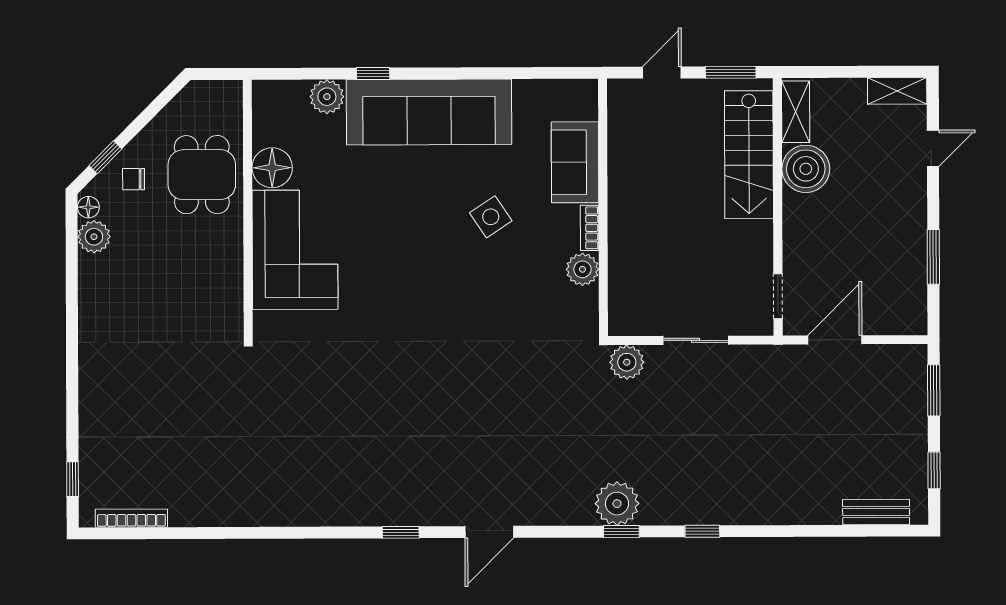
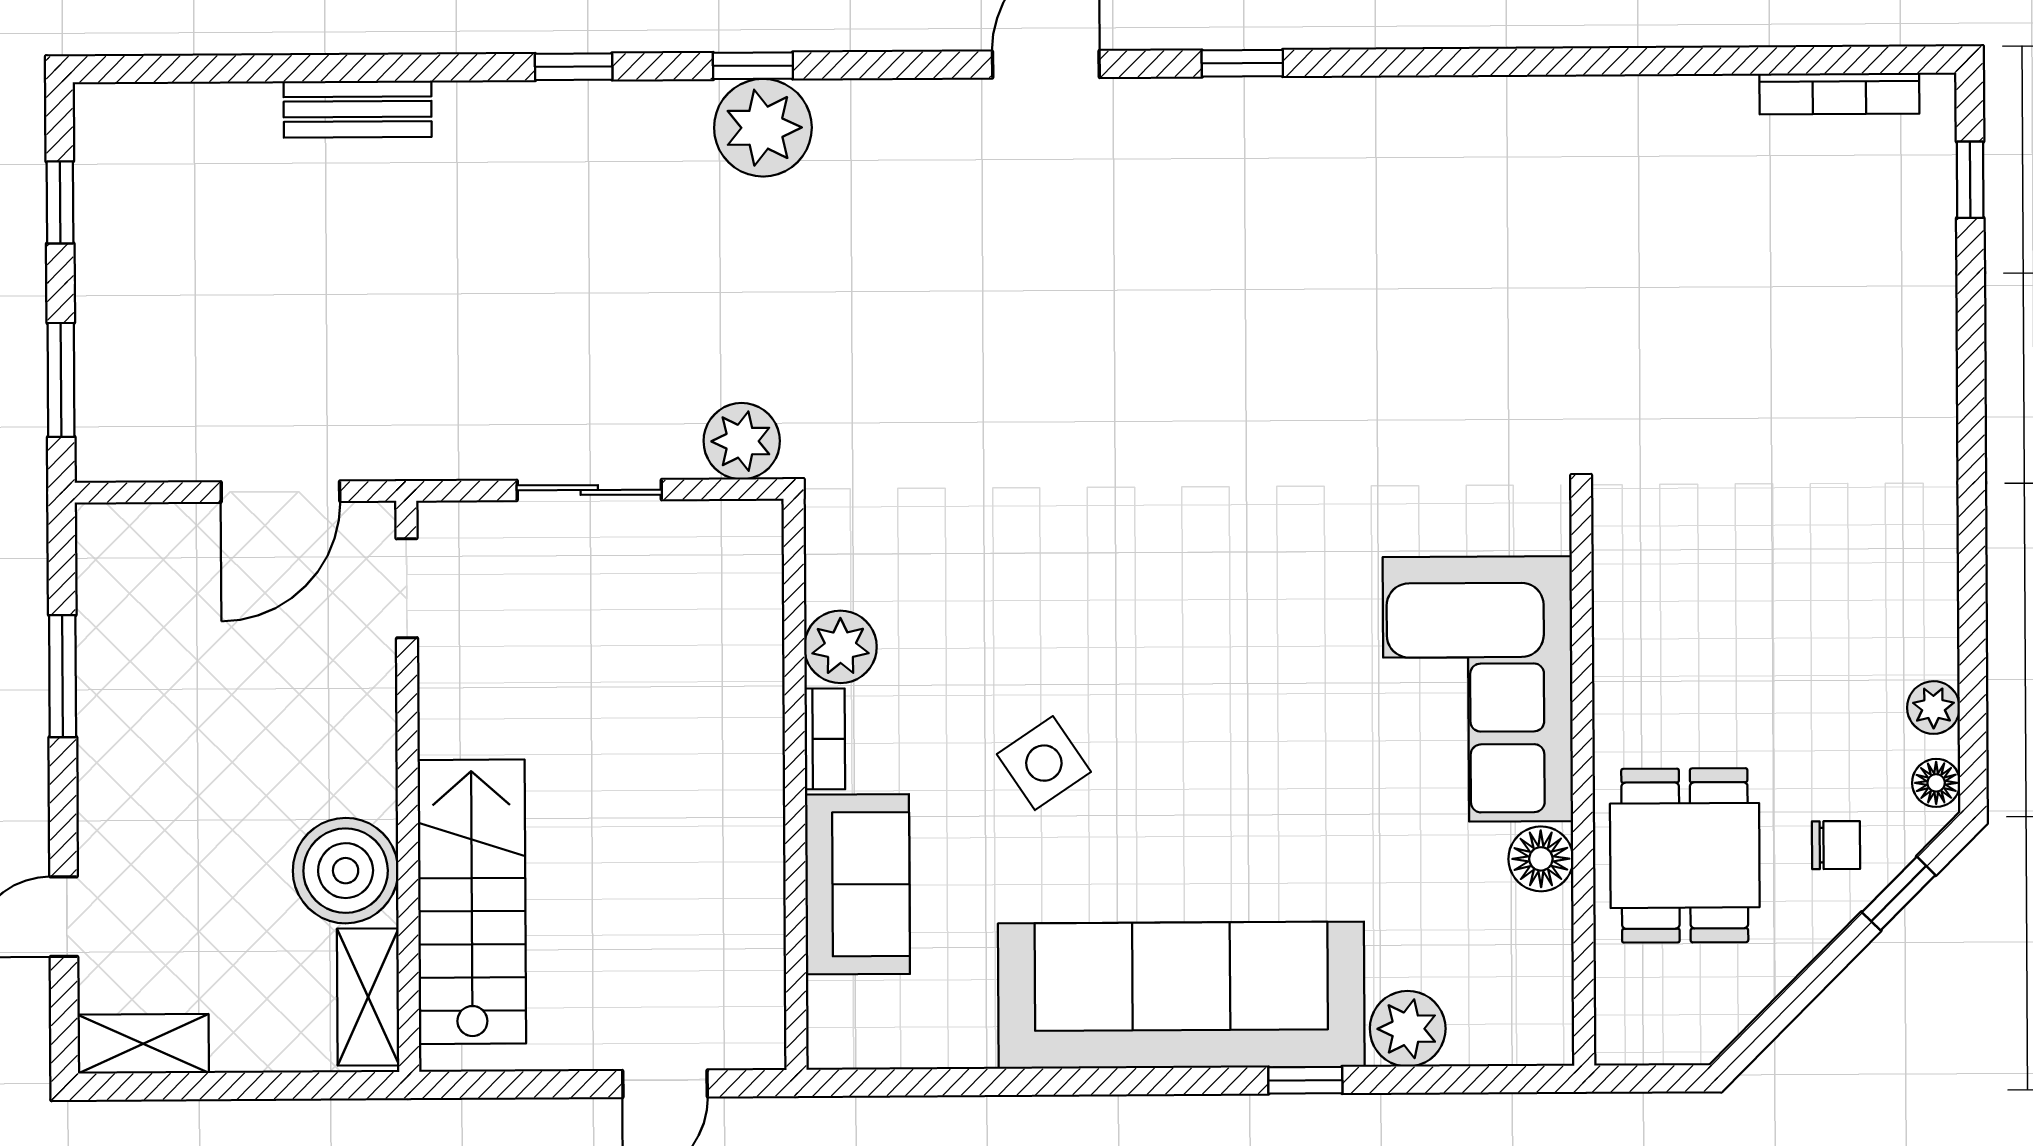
window: (731, 72) -> (512, 1084), removed
floor lamp: (272, 168) -> (1541, 859), width x0.73, depth x0.73
plant: (94, 237) -> (1933, 708), width x0.73, depth x0.73
bench: (876, 512) -> (358, 109), moved

